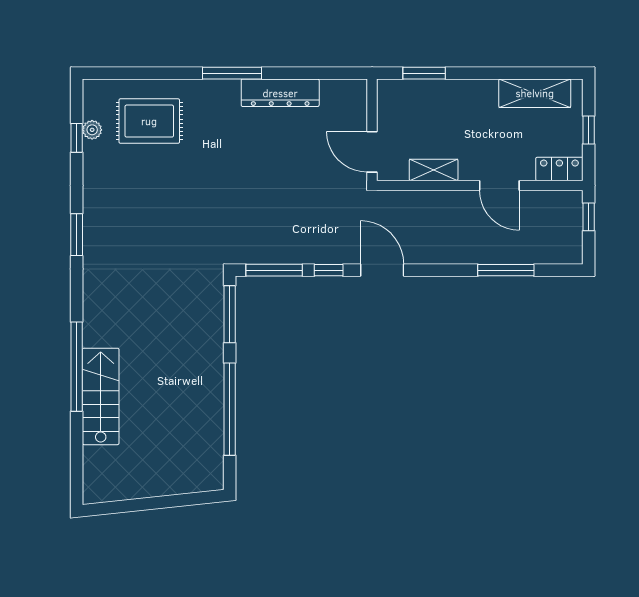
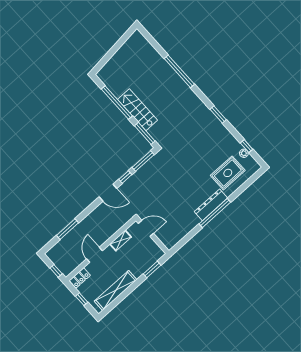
window: (232, 73) -> (215, 213), width x1.46
dresser: (280, 93) -> (211, 205), moved
shelving: (535, 93) -> (116, 290), width x1.47
door: (499, 185) -> (95, 255), hinge flipped
stairs: (101, 396) -> (138, 110), moved, turned 180

